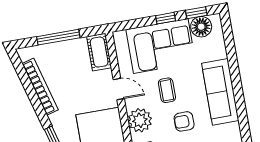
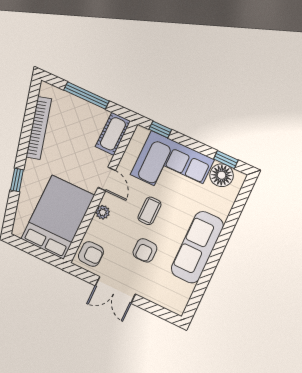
window: (166, 18) -> (160, 129), moved
plant: (140, 120) -> (103, 212), width x0.53, depth x0.53
armchair: (184, 121) -> (145, 250), turned -90

